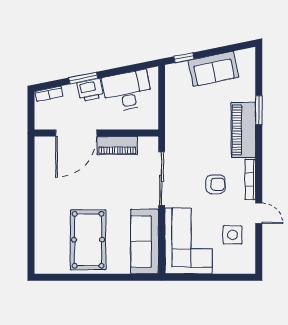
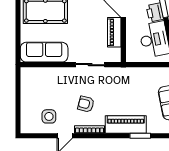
sliding door: (162, 178) -> (90, 65), width x0.73
armchair: (216, 184) -> (86, 104), turned 104
corner sofa: (189, 241) -> (45, 84), removed

